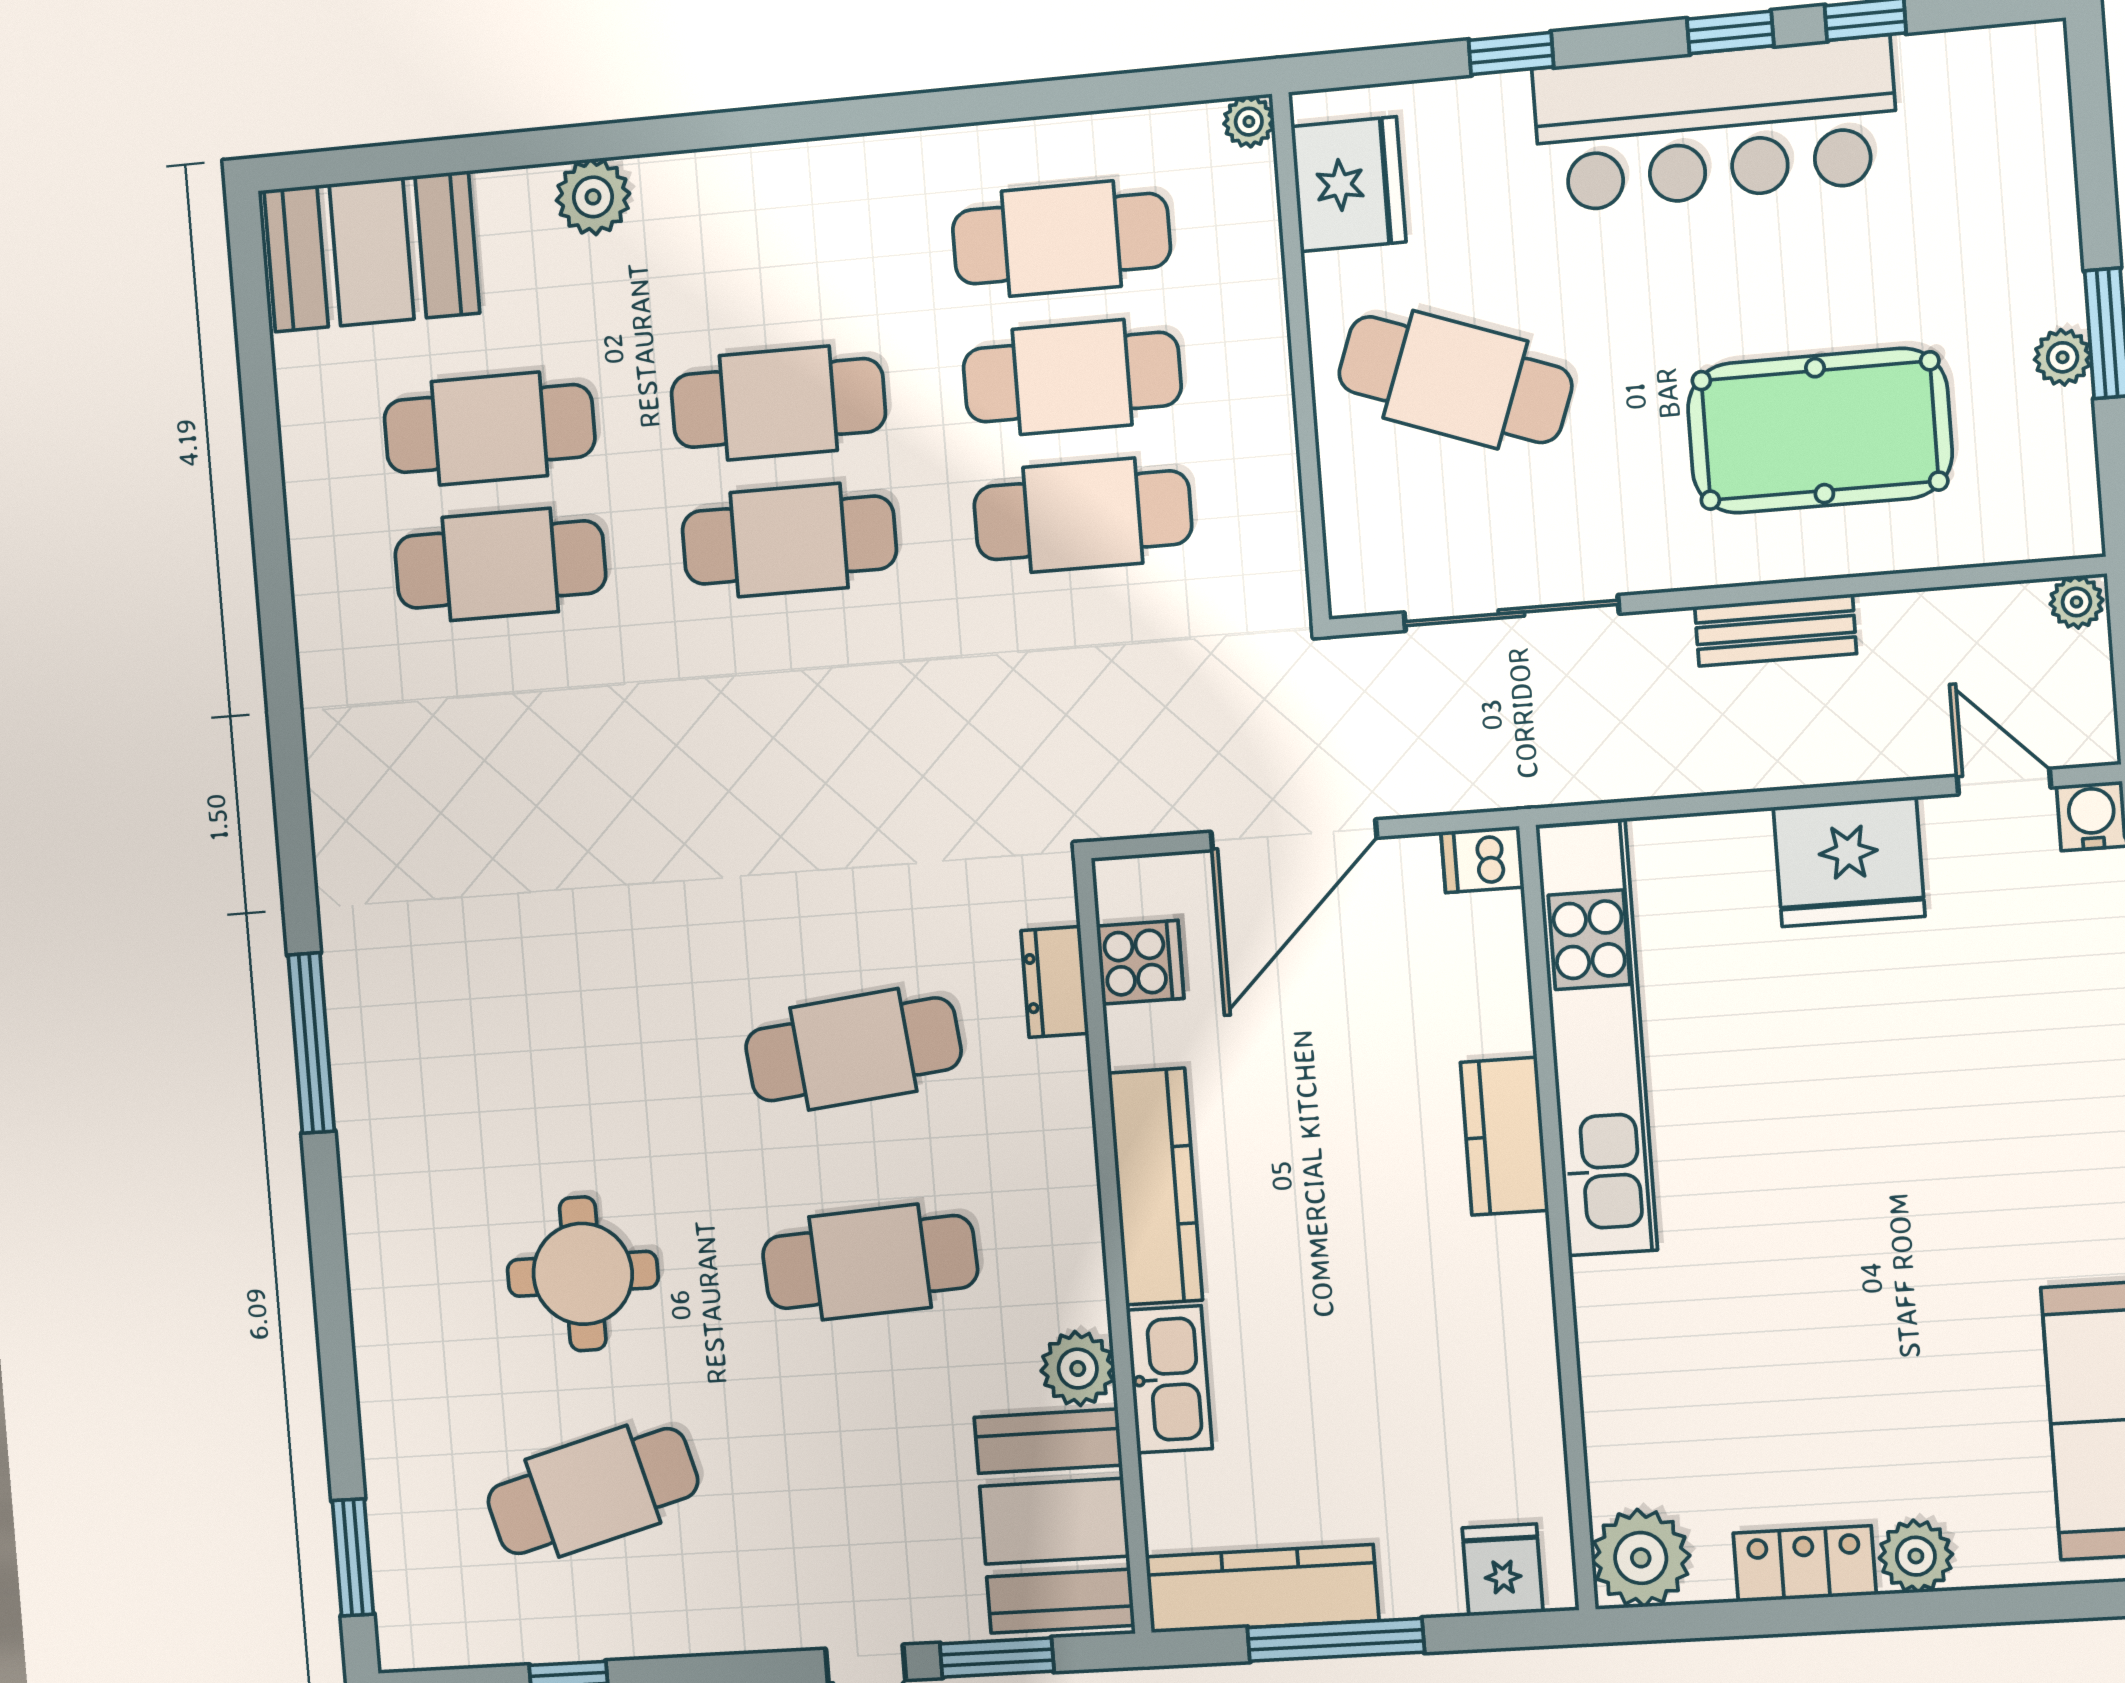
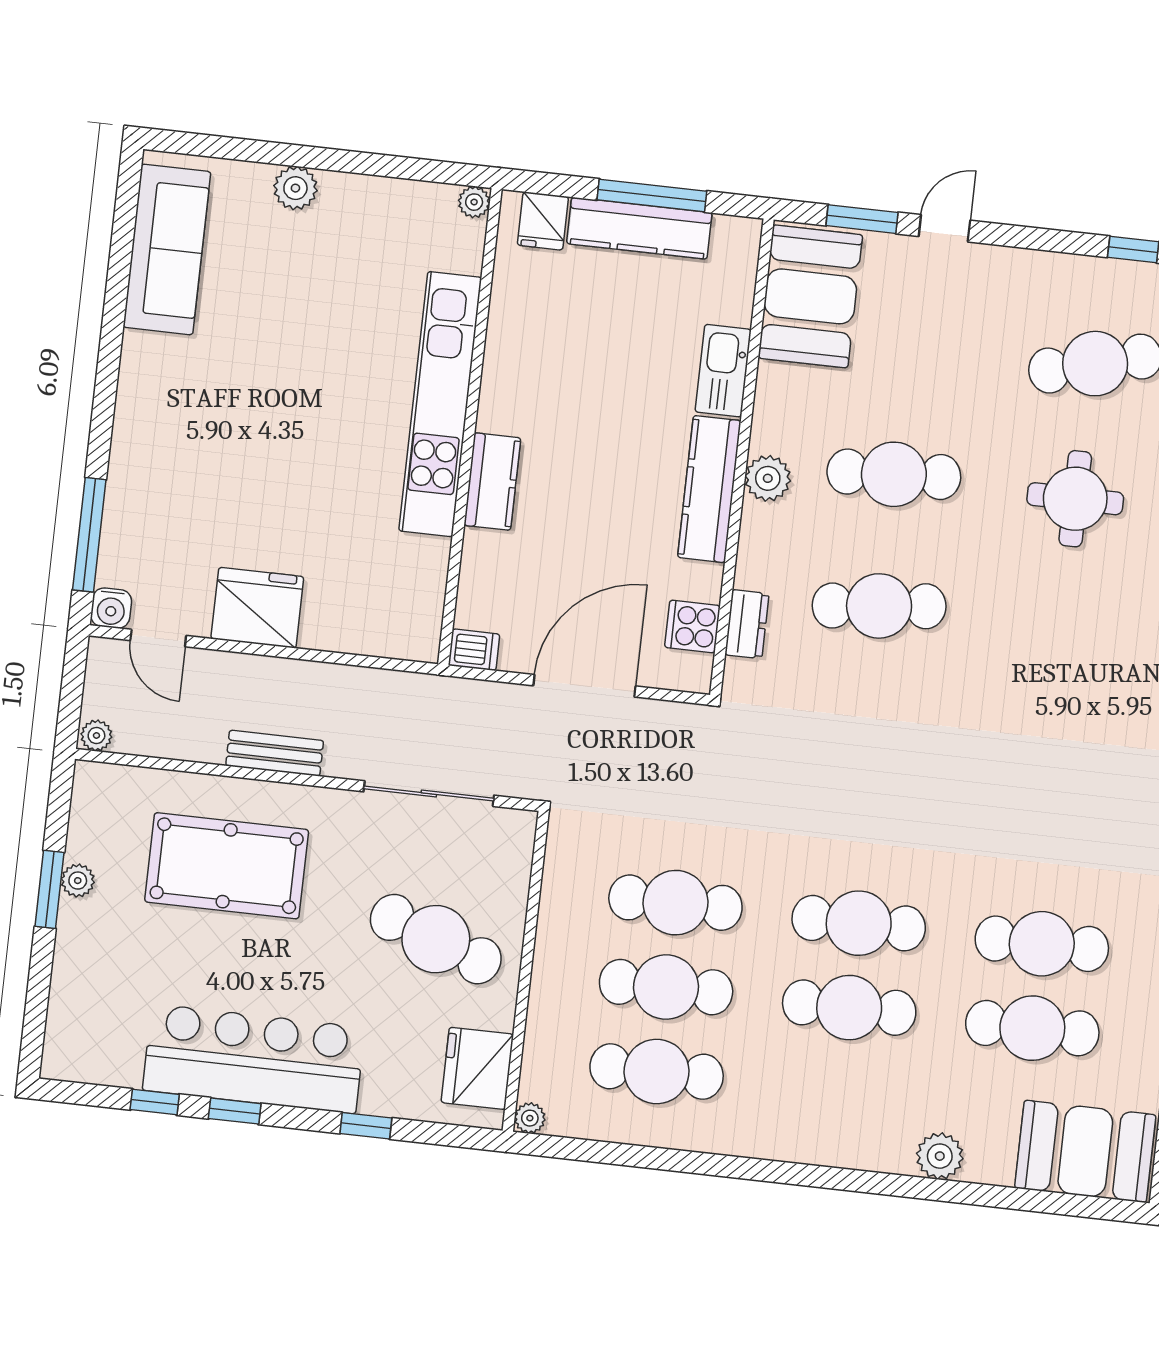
kitchen unit: (1597, 1038) -> (440, 404), moved
plant: (1078, 1369) -> (768, 478), moved
plant: (1641, 1558) -> (474, 202), width x0.53, depth x0.53
locker: (1805, 1564) -> (362, 195), removed
kitchen counter: (1262, 1589) -> (639, 228), moved

